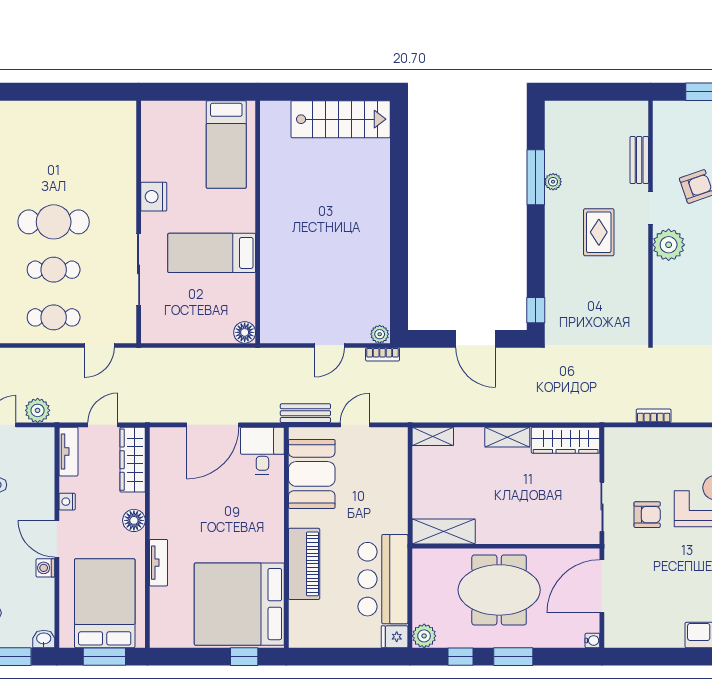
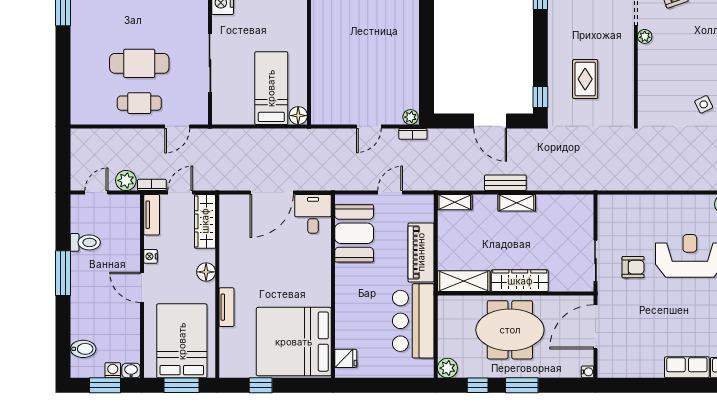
cafe table: (54, 222) -> (139, 24), removed
rug: (599, 232) -> (585, 79), moved
plant: (669, 245) -> (645, 36), width x0.53, depth x0.53
bed: (212, 253) -> (271, 88), moved, turned 90
cafe table: (54, 270) -> (139, 63), width x1.37, depth x1.35
bench: (305, 413) -> (505, 183), moved
bookcase: (654, 416) -> (152, 185), moved
wardrobe: (566, 440) -> (520, 281), moved, turned 180
piano: (304, 564) -> (421, 252), moved, turned 180
washing machine: (45, 568) -> (113, 370), moved, turned 90
fridge: (395, 637) -> (346, 358), moved, turned 180
window: (244, 657) -> (261, 385), moved

